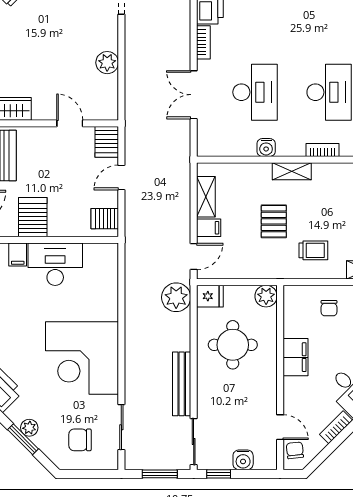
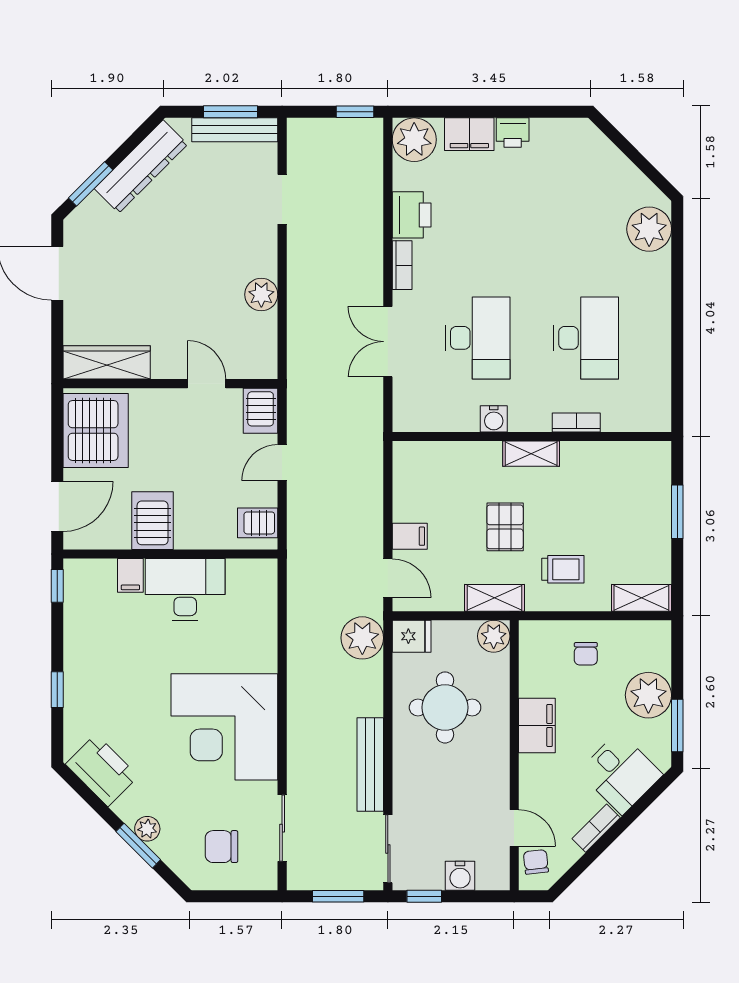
shelving: (206, 197) -> (494, 598), moved, turned 90
door: (194, 256) -> (388, 578), hinge flipped

